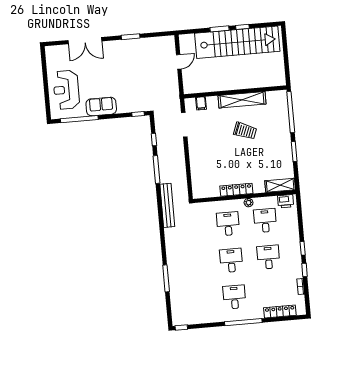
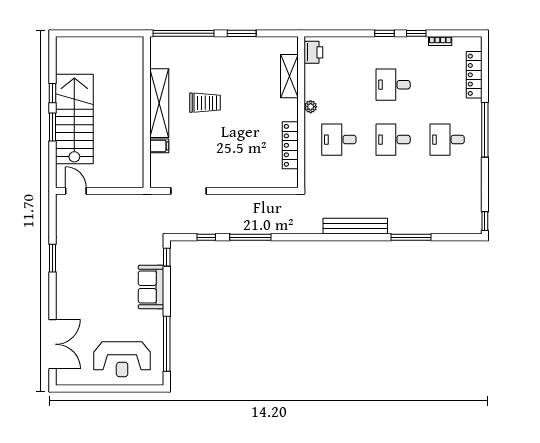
double door: (85, 41) -> (53, 344), moved
stairs: (237, 42) -> (74, 119), width x0.73
door: (179, 62) -> (76, 191), moved
filing cabinet: (201, 103) -> (159, 146), moved
sofa: (101, 107) -> (151, 287), moved
trolley: (245, 131) -> (205, 103), turned 69
shelving: (280, 185) -> (289, 76), moved
locker: (236, 190) -> (290, 145), moved
bench: (167, 205) -> (355, 226), moved
desk: (265, 220) -> (339, 85), removed

